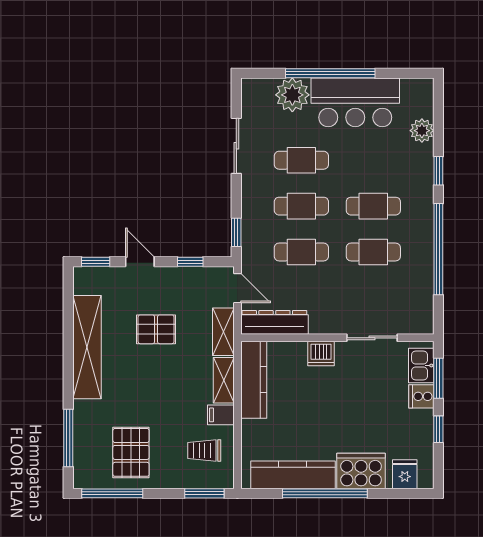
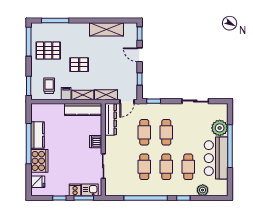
cafe table: (301, 160) -> (188, 167), moved
door: (140, 262) -> (140, 55), swing flipped
pallet: (156, 329) -> (79, 65), moved, turned 90
shelving: (87, 347) -> (107, 29), width x0.68
kitchen counter: (293, 475) -> (37, 135), width x0.67

